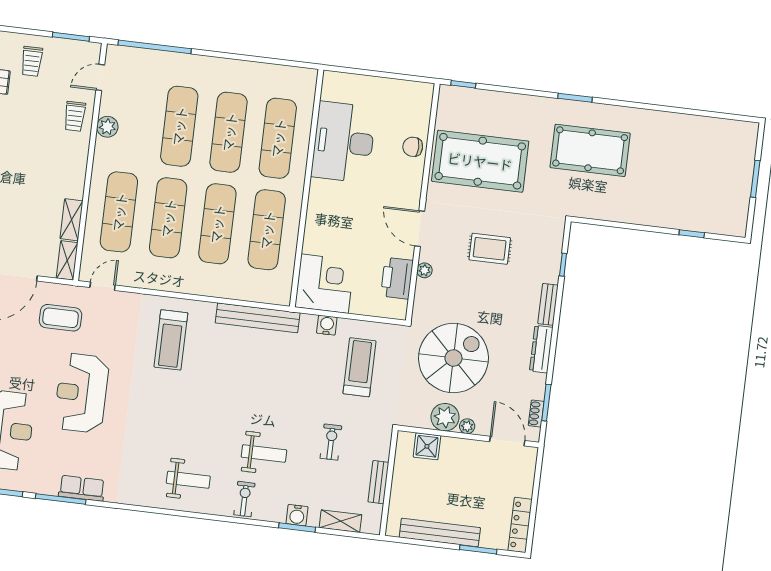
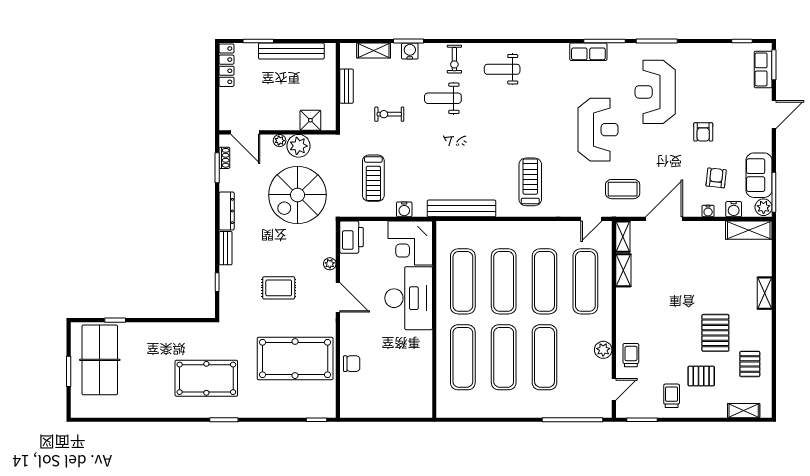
desk: (344, 142) -> (409, 298), moved
table tennis table: (716, 188) -> (100, 360), added
printer: (397, 278) -> (352, 237), moved
exercise bike: (331, 442) -> (389, 114), turned 90

